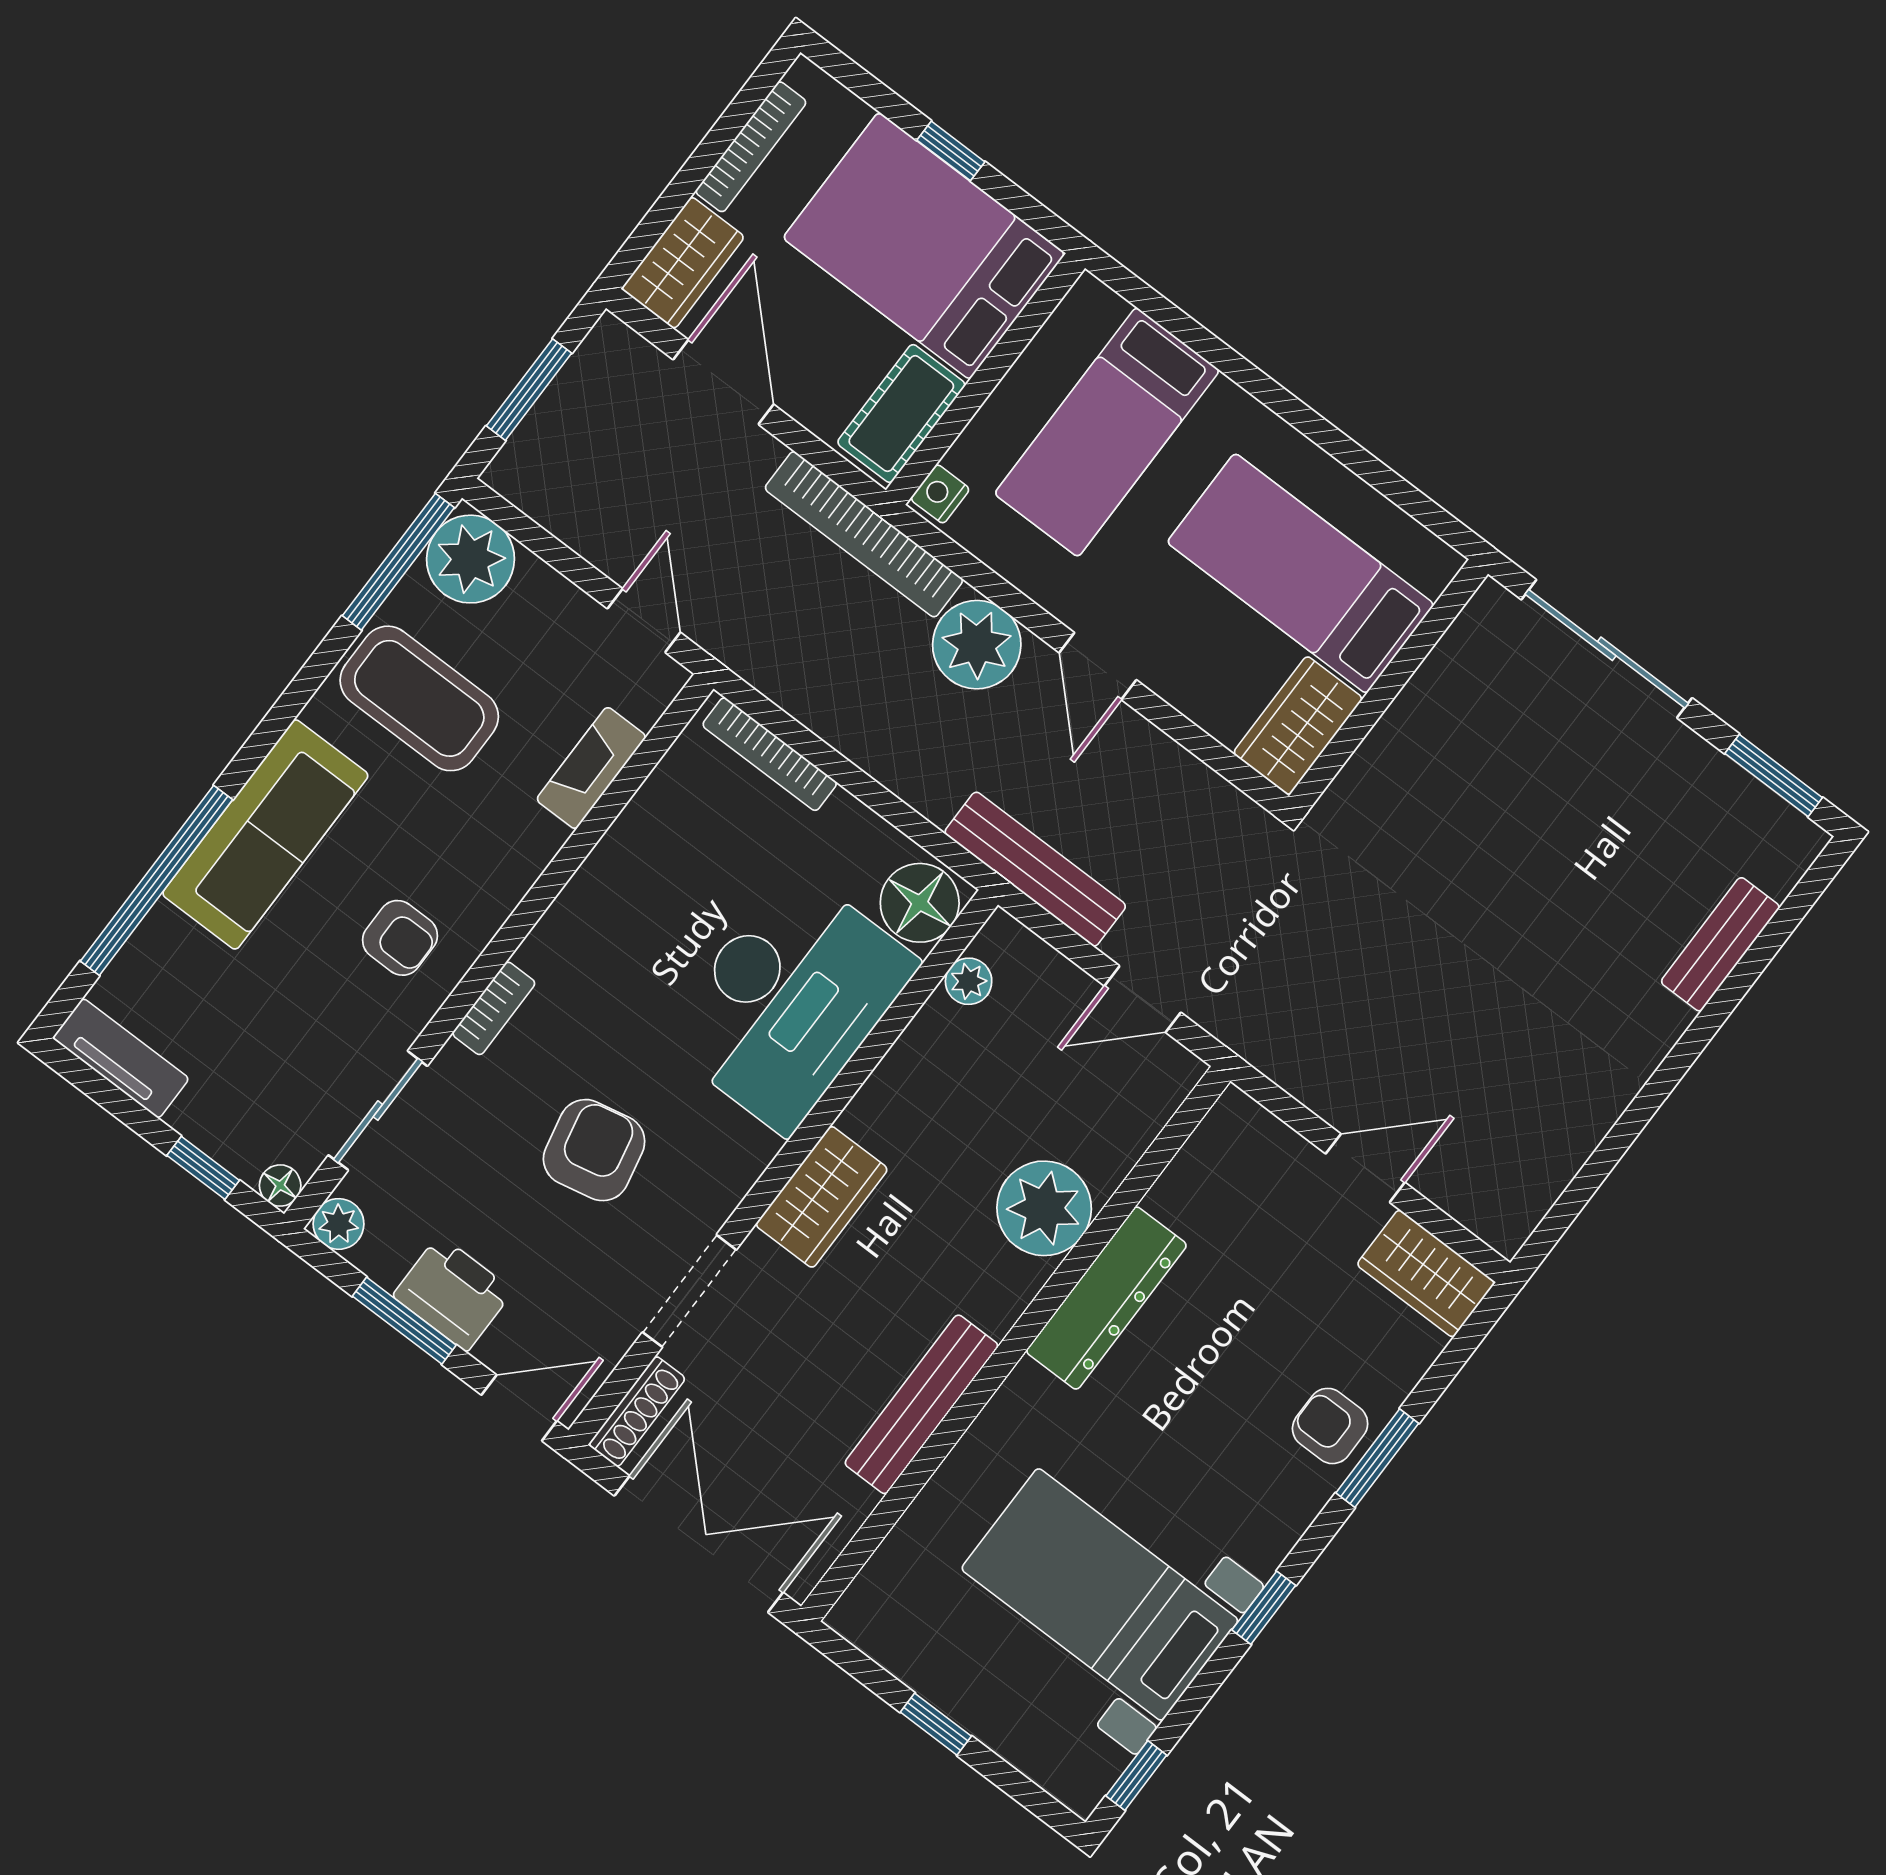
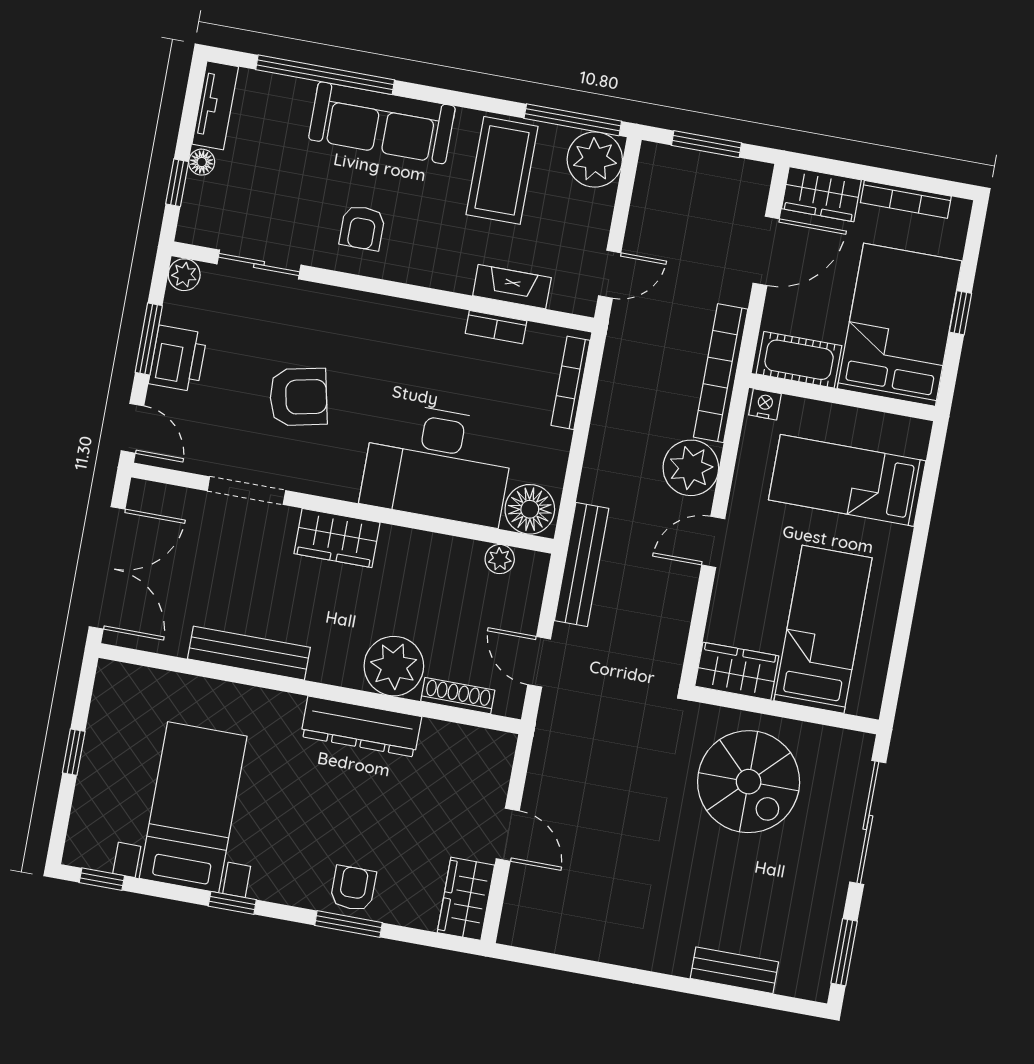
spiral stairs: (1463, 789) -> (749, 782), added
bookcase: (494, 1008) -> (496, 327), moved
floor lamp: (280, 1186) -> (202, 162), moved
shoe rack: (637, 1411) -> (458, 696), moved, turned 180

